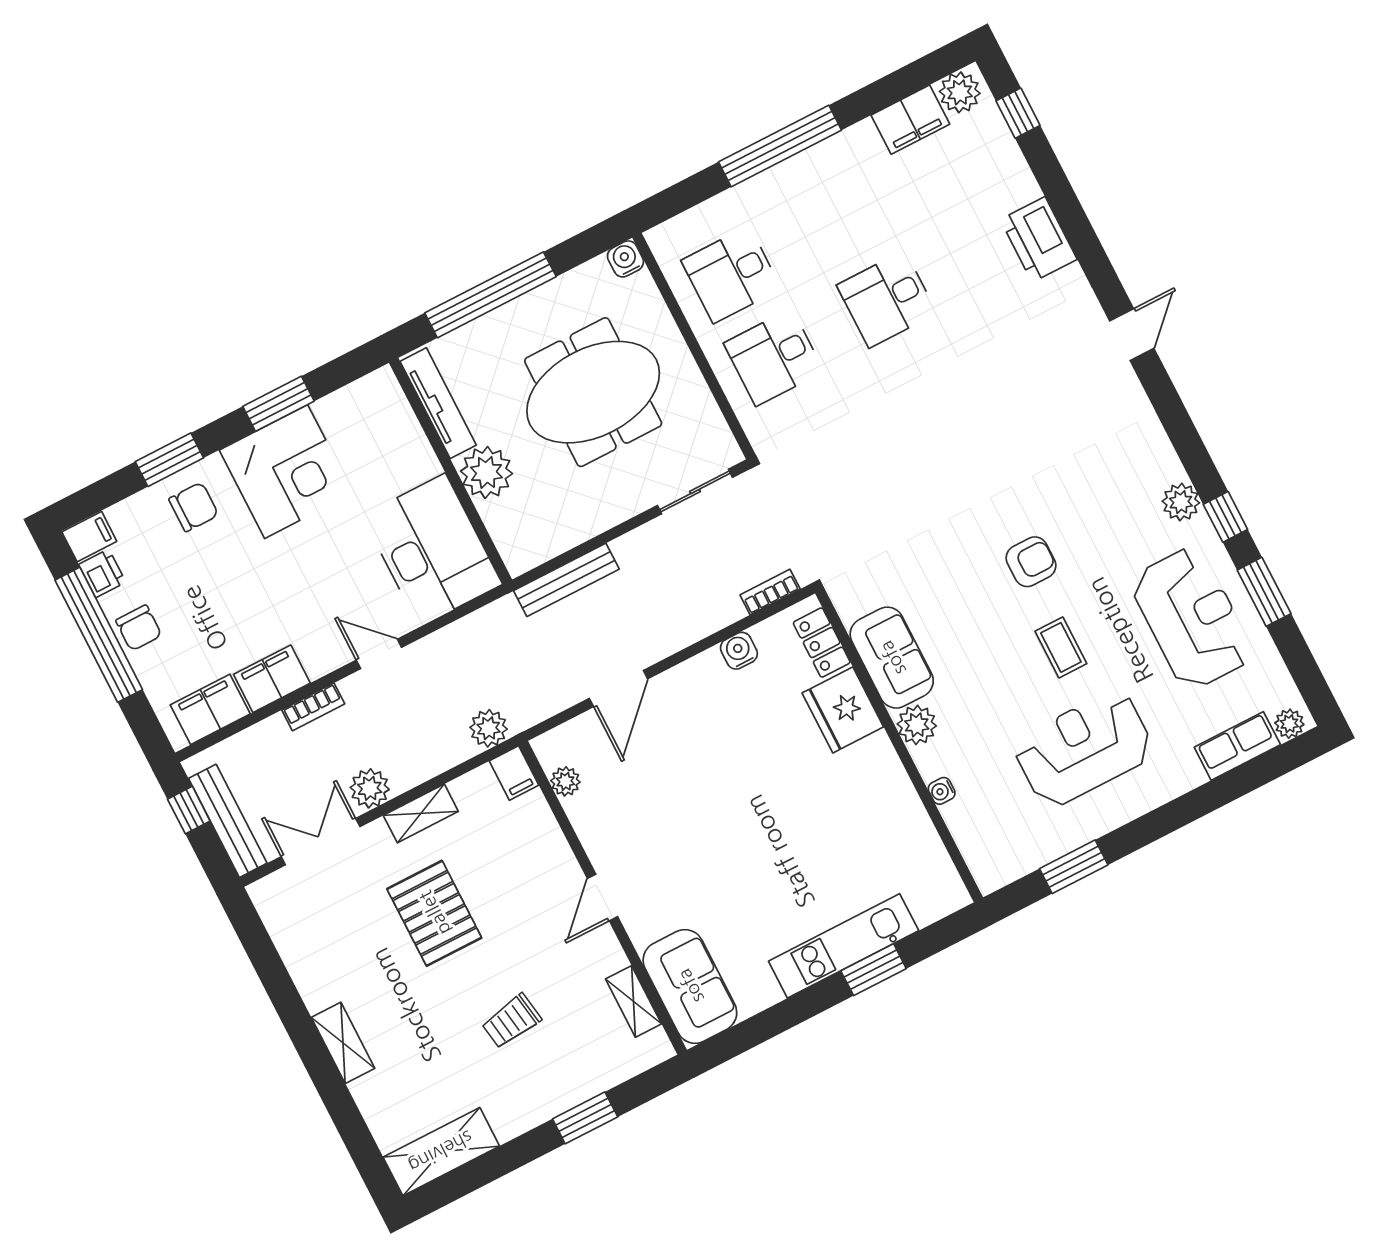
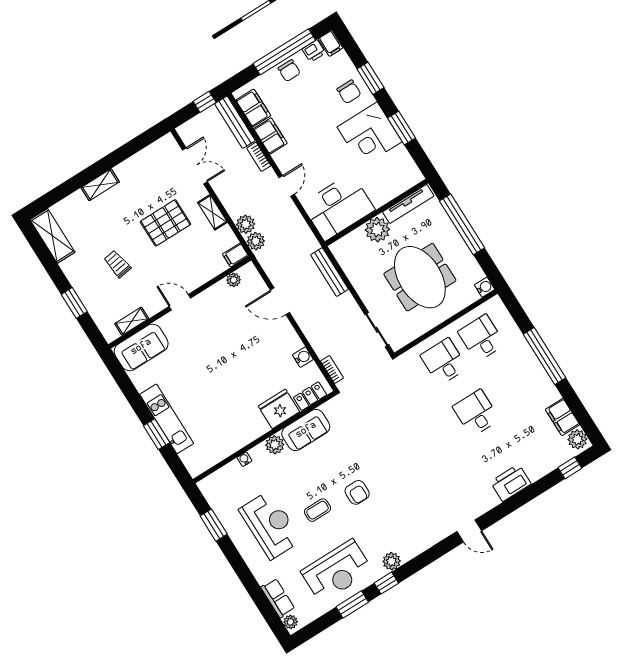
chair: (139, 628) -> (289, 71), turned -90
plant: (370, 788) -> (246, 224), moved
bench: (228, 821) -> (235, 122), moved, turned 90

